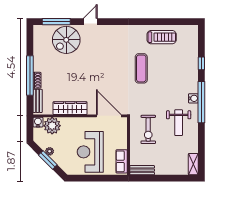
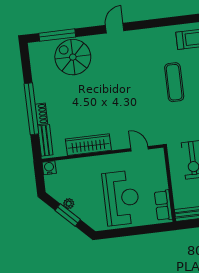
door: (90, 22) -> (115, 28), moved
spiral stairs: (66, 40) -> (73, 57), turned 90
door: (109, 116) -> (140, 149), width x0.53
plant: (52, 126) -> (68, 170), removed
reception desk: (90, 152) -> (121, 198), turned 180

